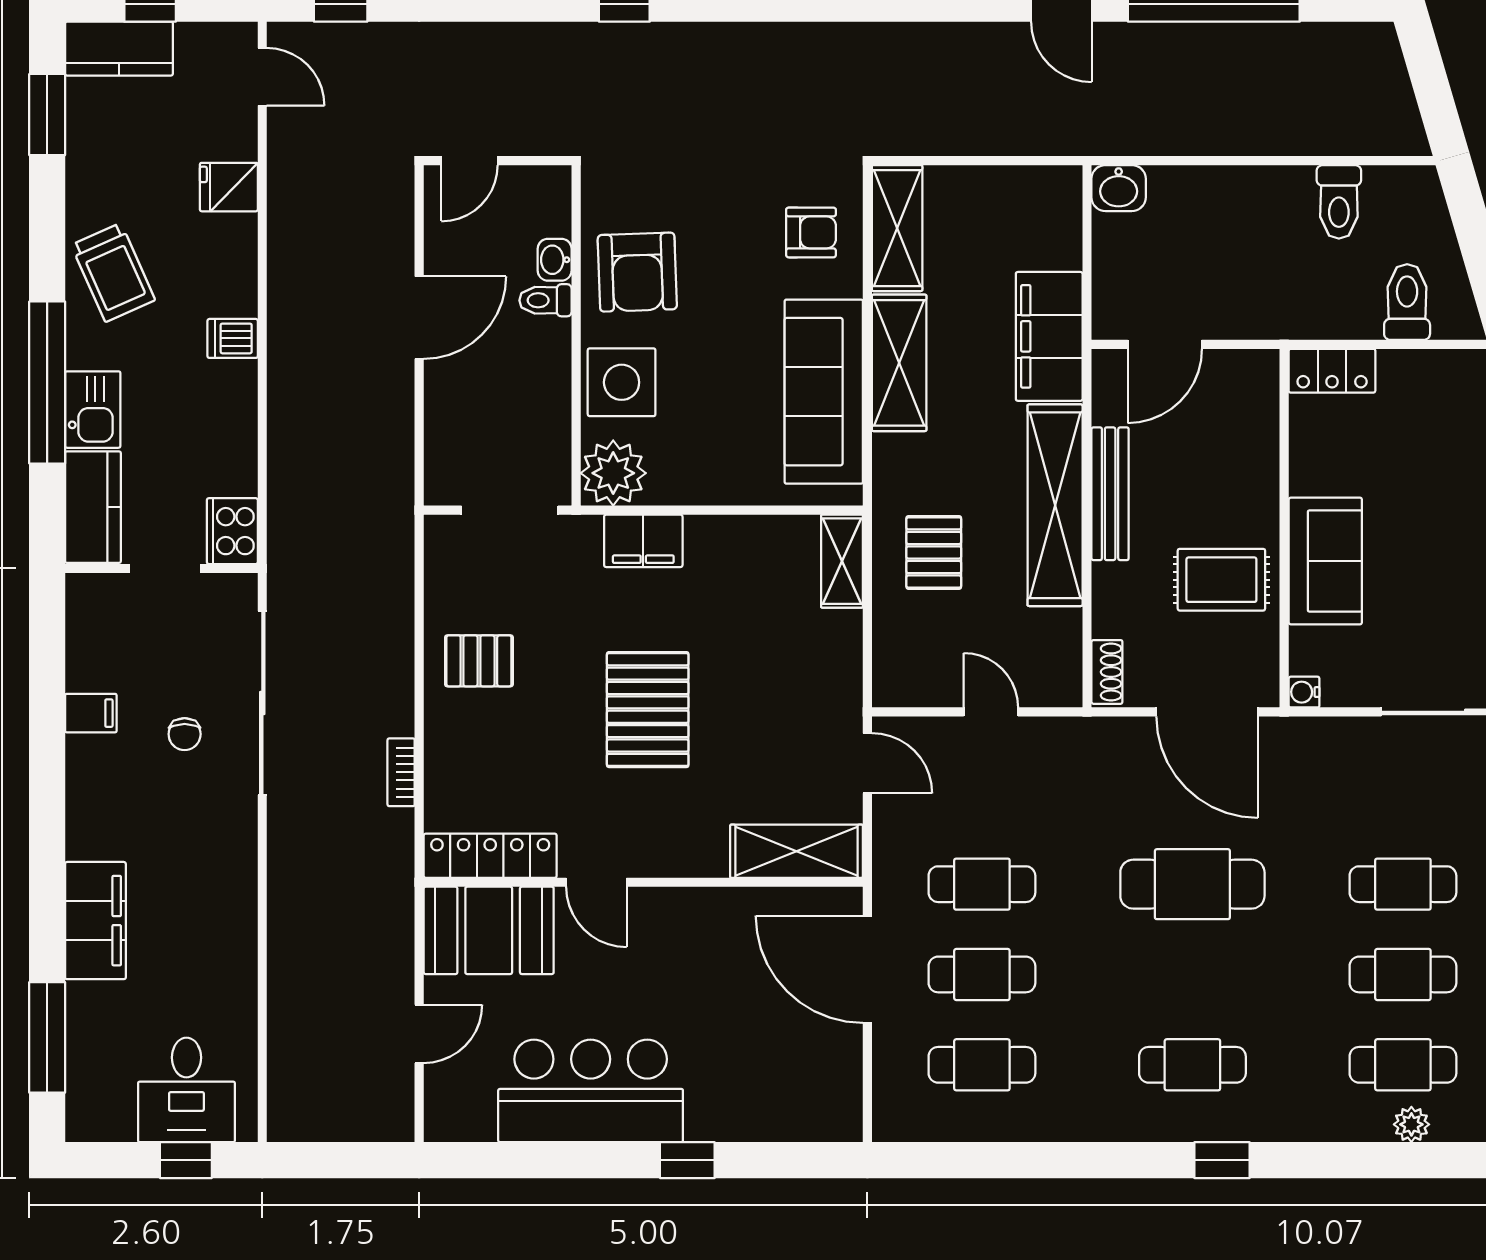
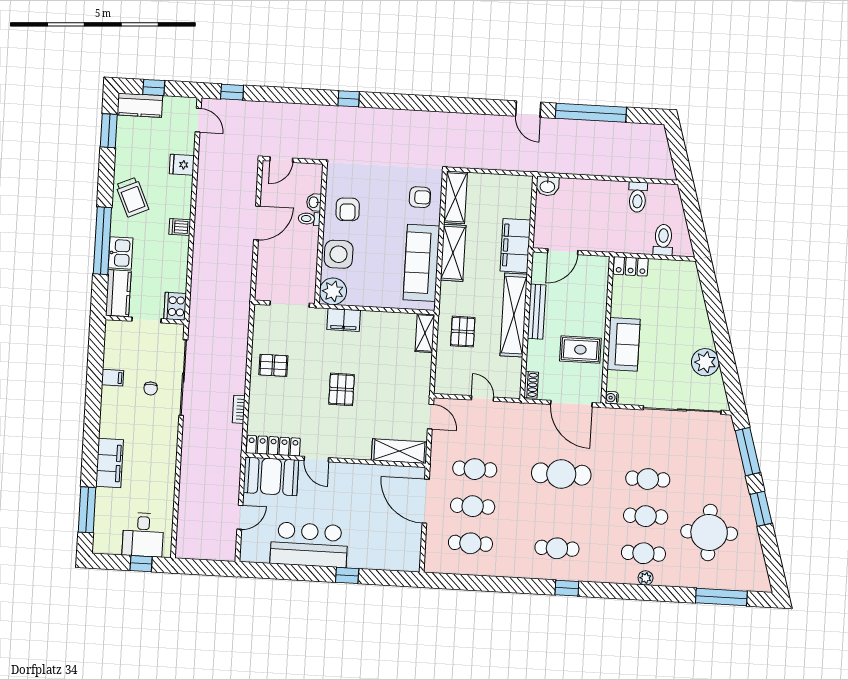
armchair: (637, 272) -> (348, 209), width x0.72, depth x0.72
pallet: (648, 710) -> (342, 389), width x0.67, depth x0.71

